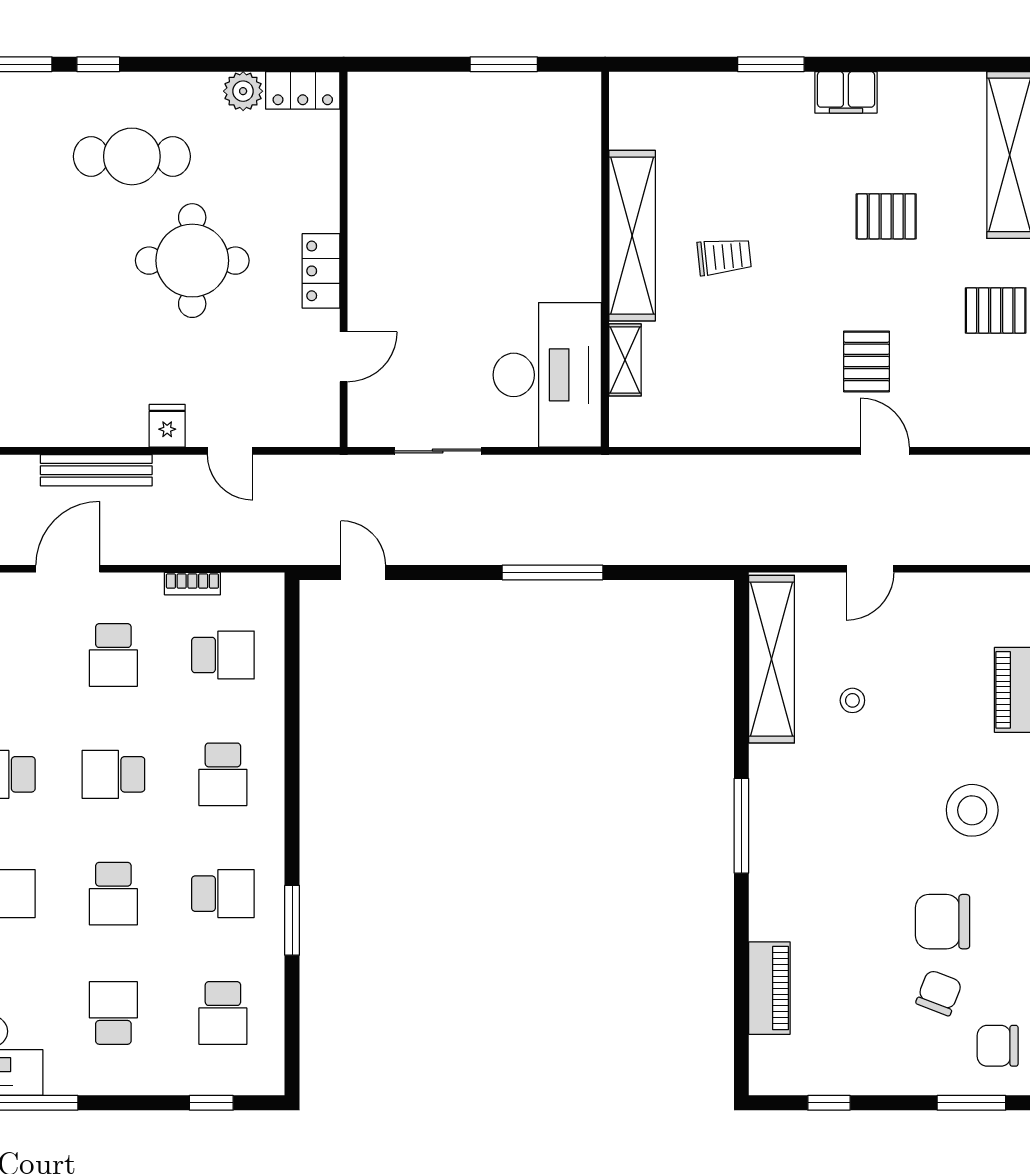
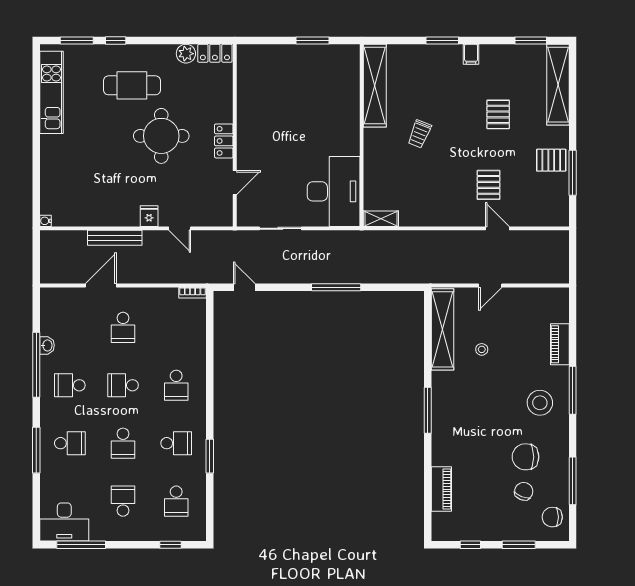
window: (954, 64) -> (531, 41), added
filing cabinet: (846, 92) -> (471, 54), width x0.50
pallet: (886, 216) -> (498, 114), turned 90
shelving: (632, 236) -> (375, 86), moved
trolley: (724, 257) -> (419, 134), turned 118
shelving: (625, 360) -> (381, 219), moved, turned 90
bookcase: (192, 584) -> (193, 293), moved
school desk: (223, 655) -> (176, 327), removed
window: (971, 1103) -> (519, 545), moved

